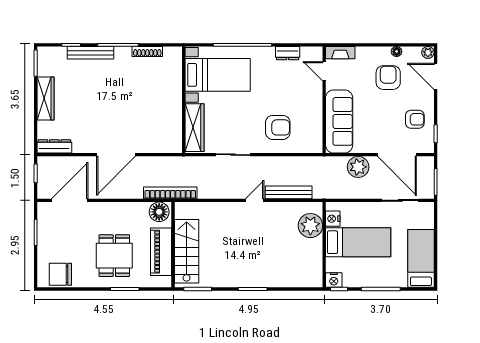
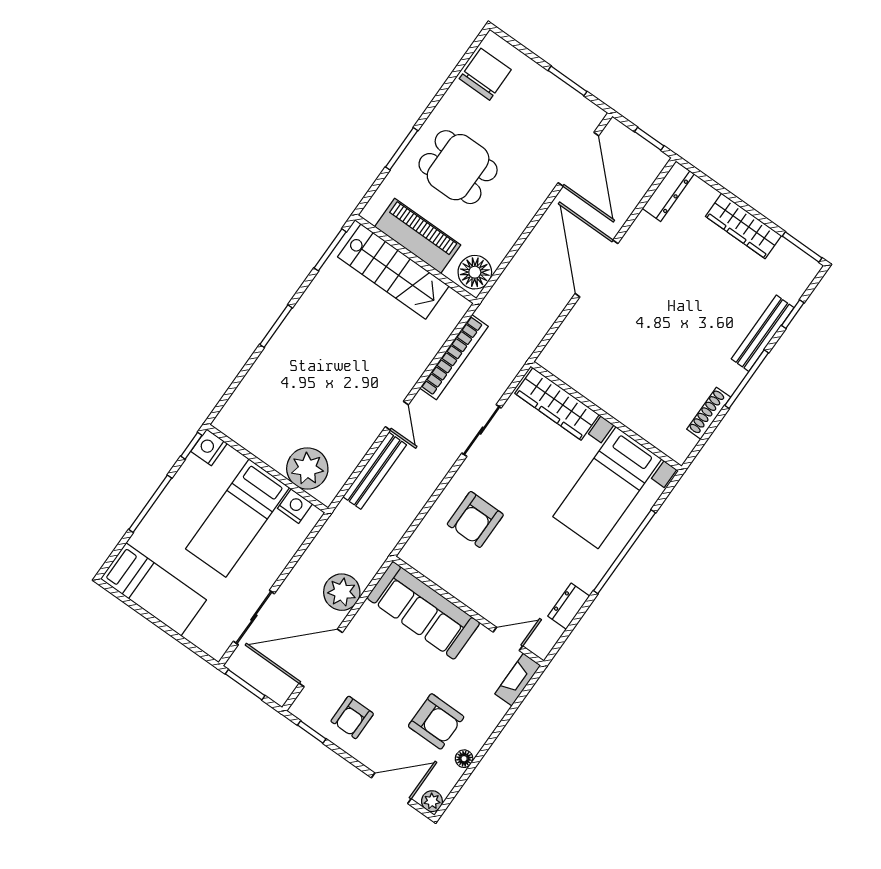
bookcase: (170, 193) -> (454, 357), moved

